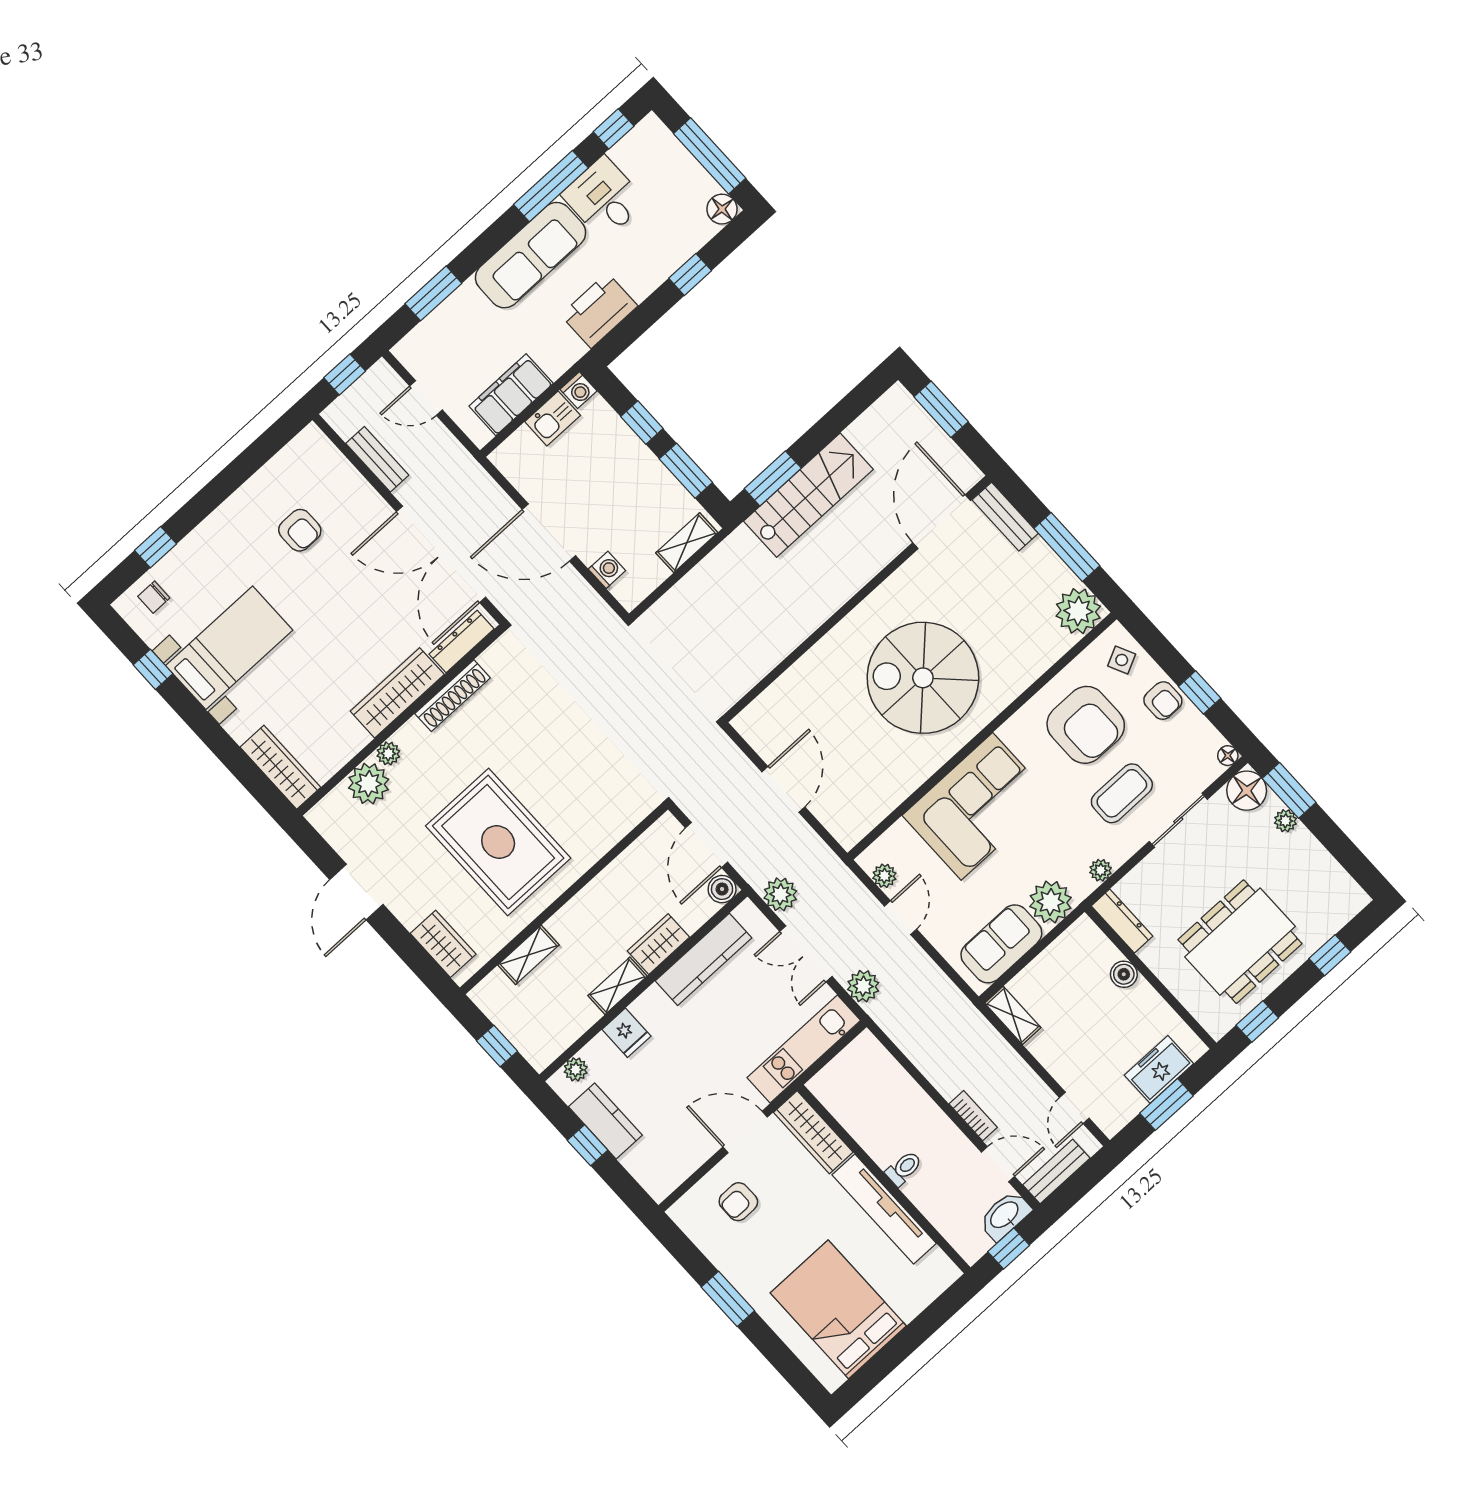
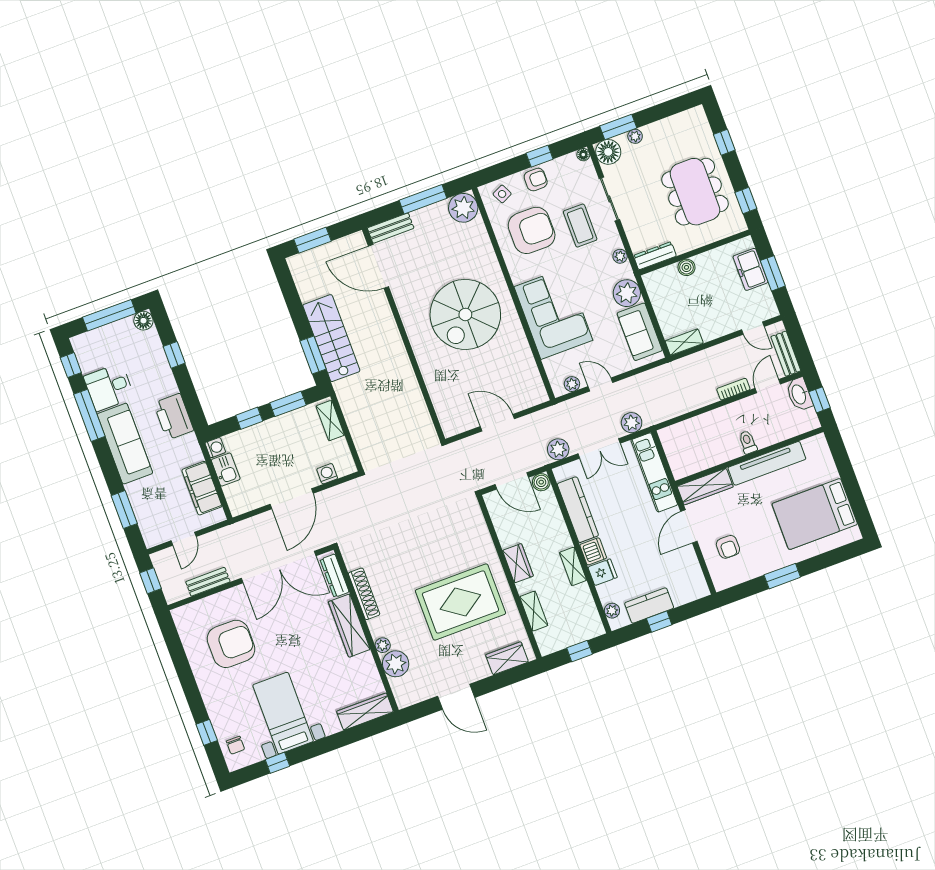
armchair: (300, 530) -> (231, 644), width x1.88, depth x1.88
wardrobe: (658, 944) -> (518, 563), moved, turned 180
dishwasher: (651, 1007) -> (593, 551), added

